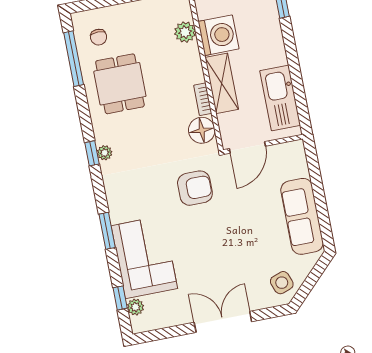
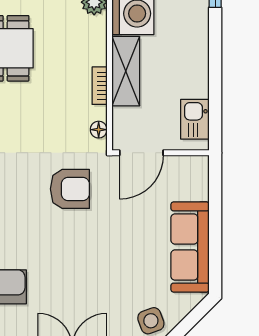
kitchen sink: (280, 98) -> (195, 119), width x0.53, depth x0.81
floor lamp: (202, 130) -> (99, 130), width x0.53, depth x0.53

